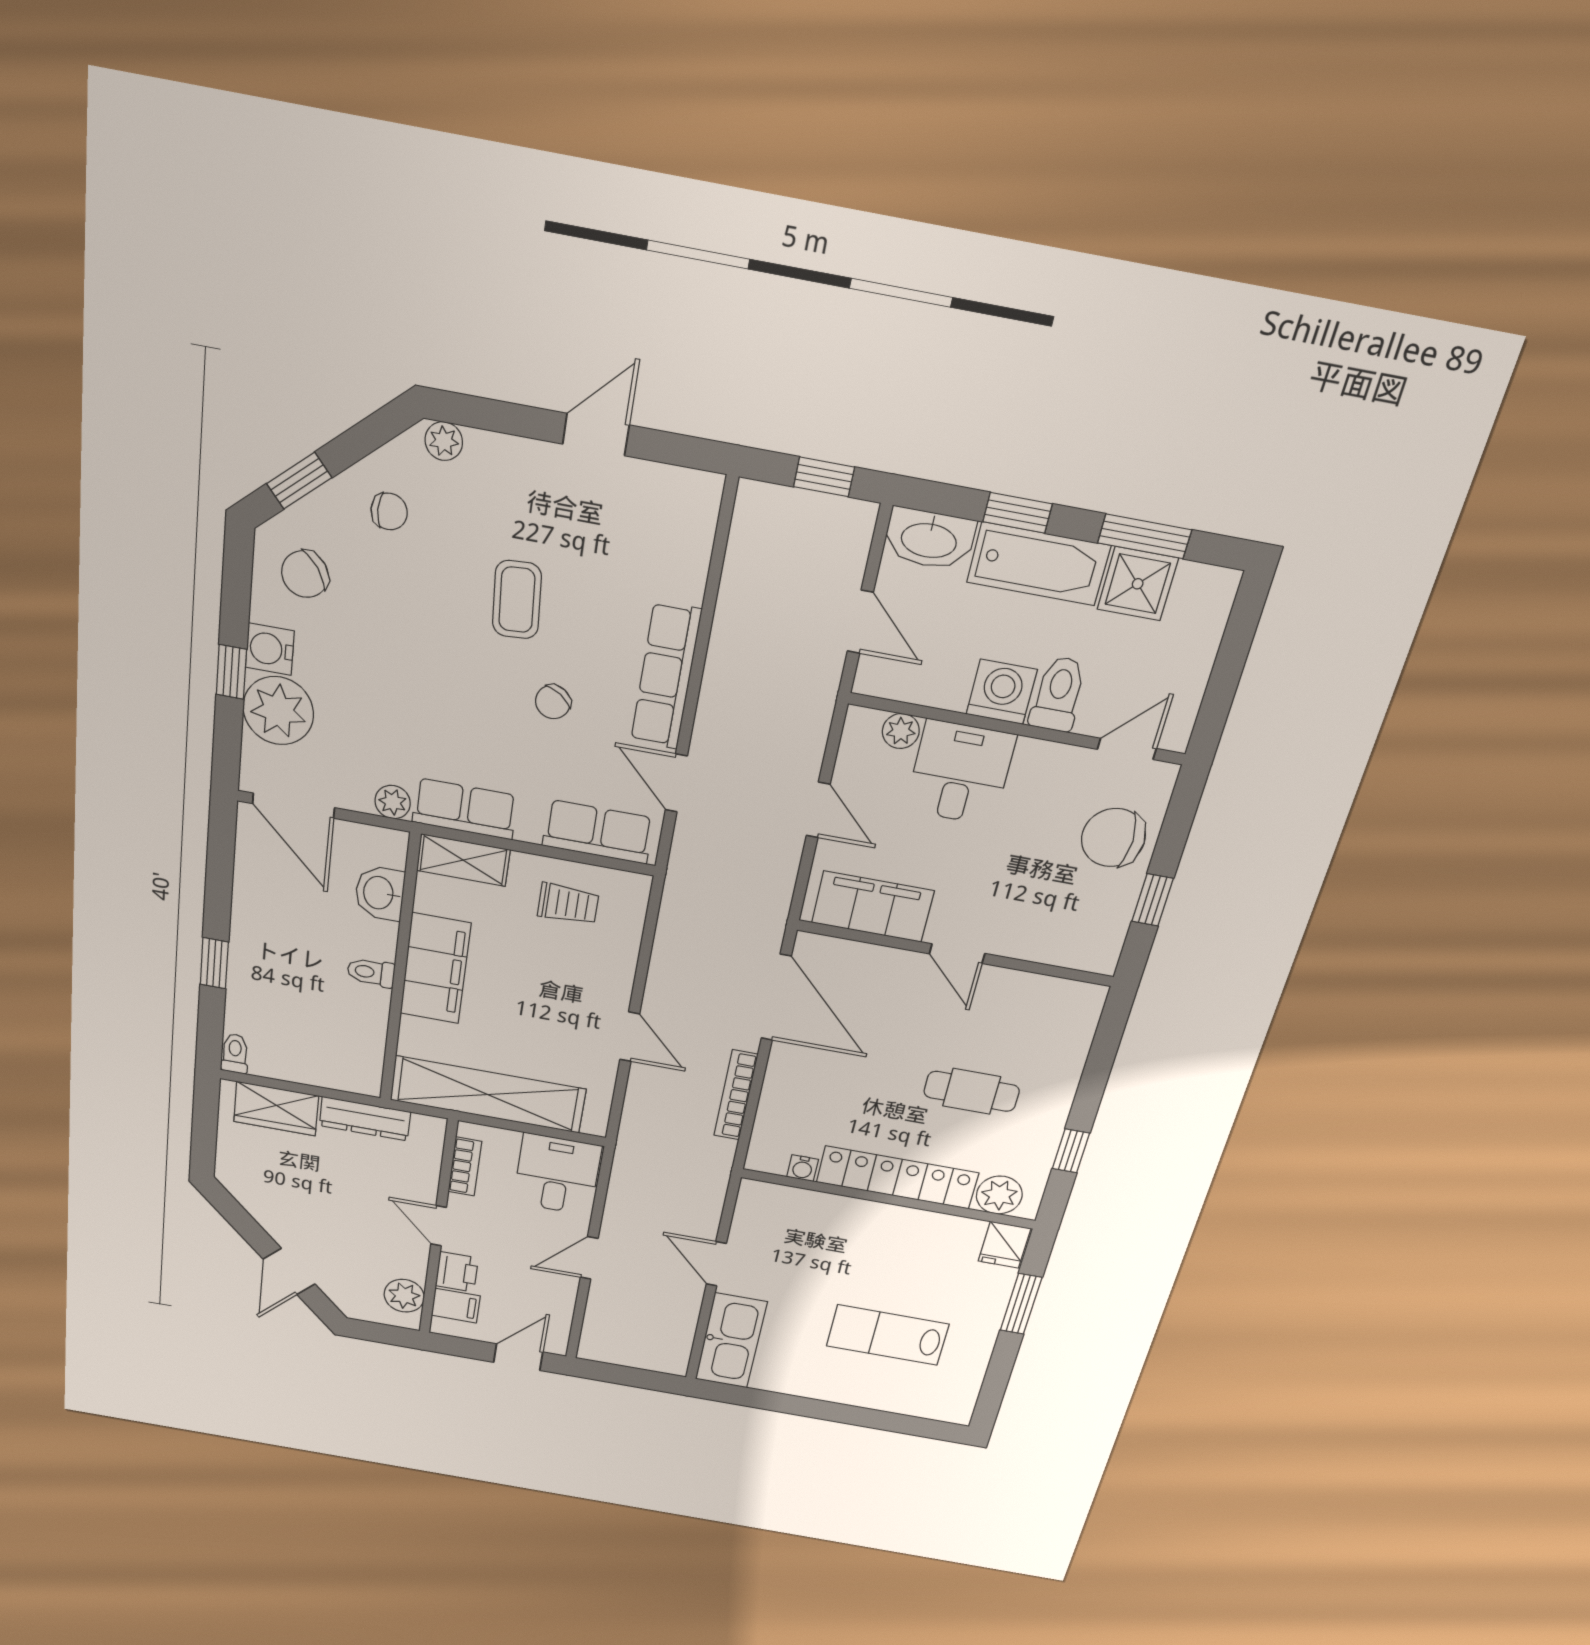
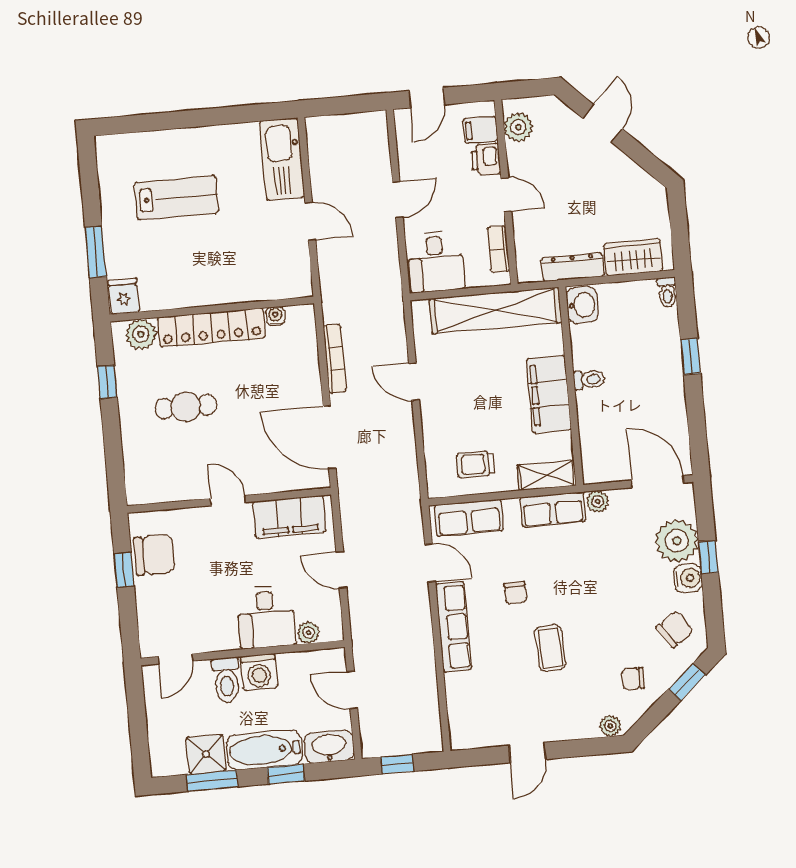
chair: (553, 702) -> (515, 593), turned 145
chair: (1113, 838) -> (155, 555), moved
washbasin: (380, 893) -> (582, 305), moved

